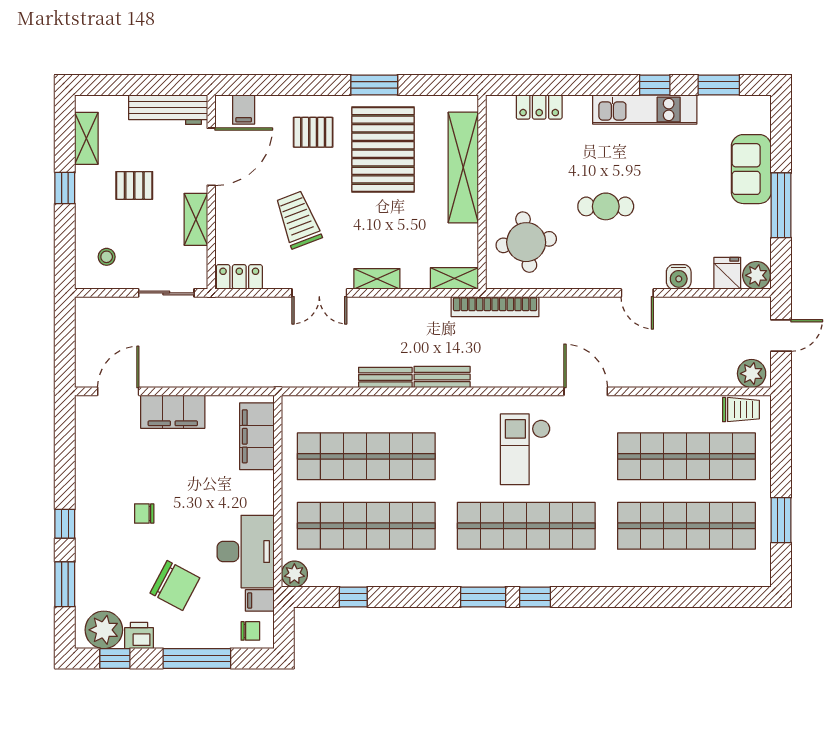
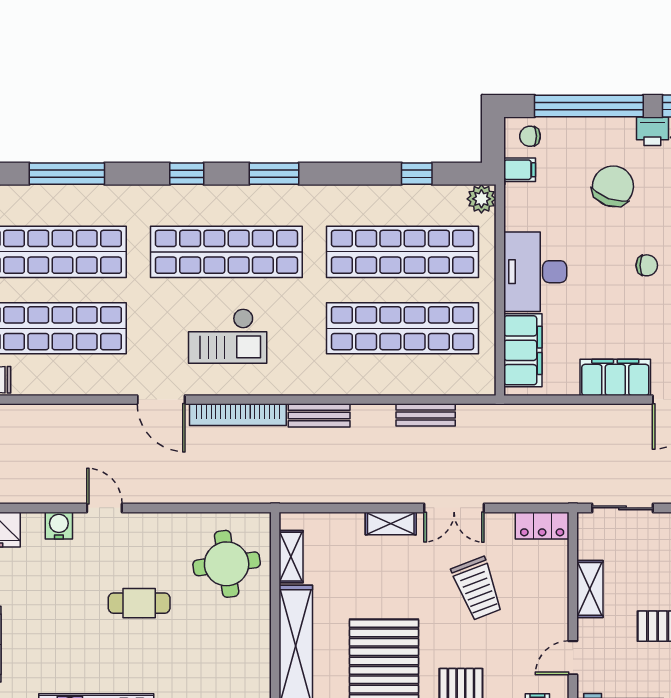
door: (211, 157) -> (573, 658), width x0.53
shelving: (454, 278) -> (291, 557), moved, turned 90
double door: (319, 293) -> (454, 508), swing flipped
bookcase: (495, 307) -> (238, 415), moved, turned 180
bench: (385, 377) -> (426, 415), moved
checkout: (525, 449) -> (228, 336), turned 90
desk: (246, 552) -> (535, 272), moved
chair: (175, 585) -> (613, 186), turned 82
window: (535, 597) -> (187, 174), moved
window: (671, 597) -> (67, 174), added
window: (197, 658) -> (589, 106), width x1.46

